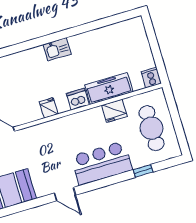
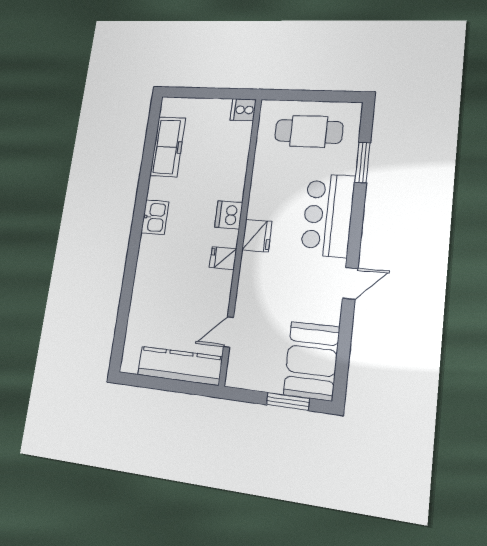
freezer: (109, 88) -> (168, 147), moved, turned 180
fridge: (114, 111) -> (257, 236), moved
window: (143, 171) -> (363, 162), width x1.50

